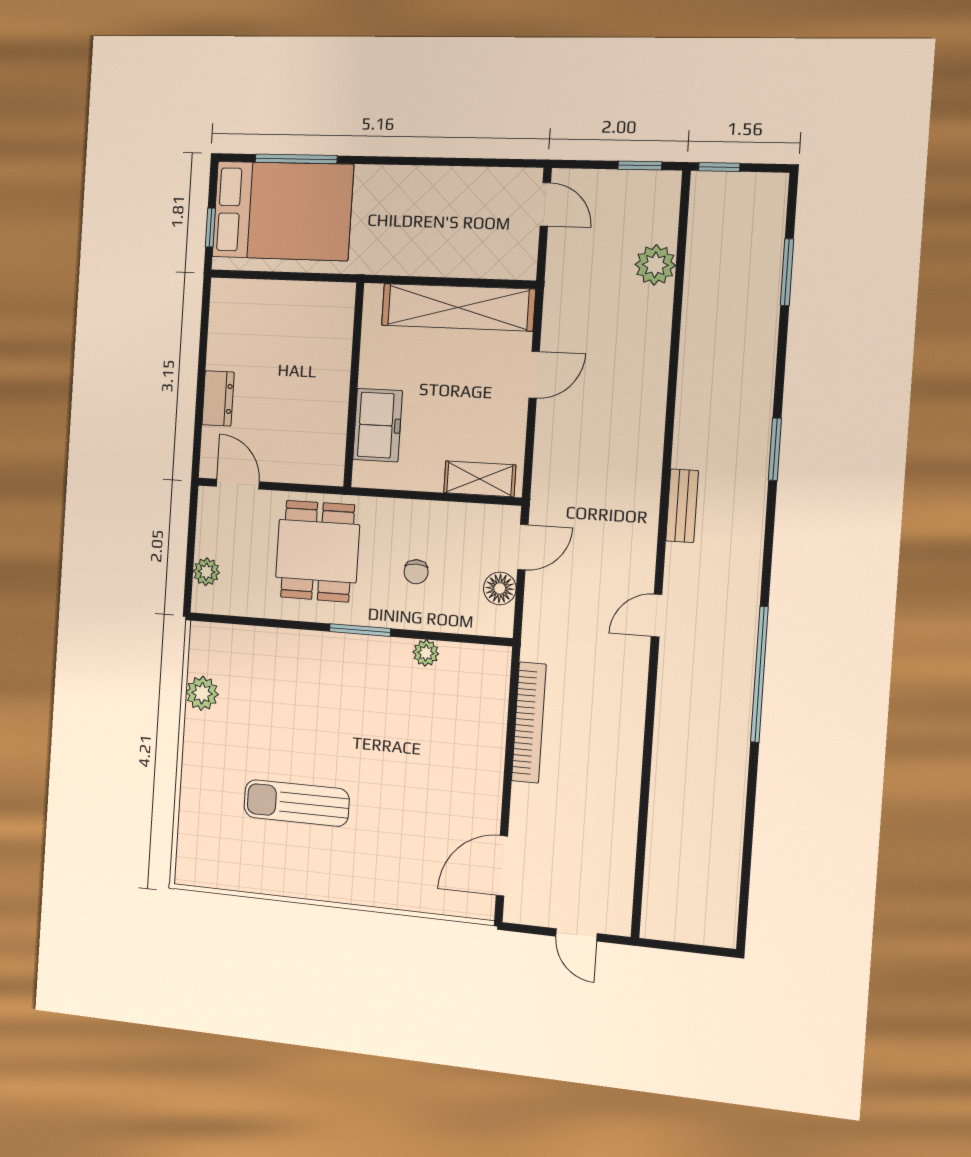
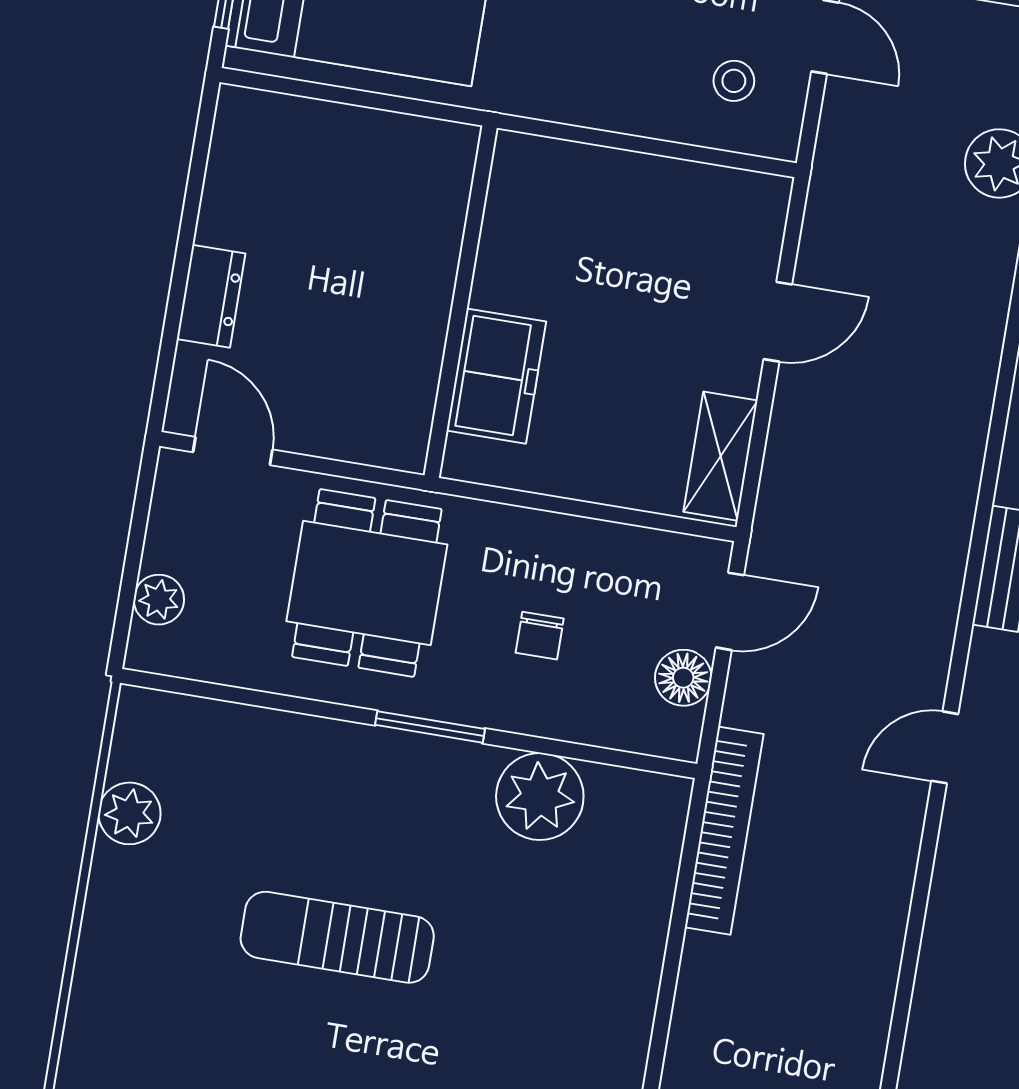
stool: (495, 237) -> (734, 81), added
shelving: (458, 307) -> (658, 191), removed
shelving: (480, 479) -> (721, 456), moved, turned 90
plant: (426, 653) -> (540, 796), width x1.88, depth x1.88
bookcase: (529, 723) -> (724, 831), moved
sun lounger: (296, 803) -> (337, 937), moved

